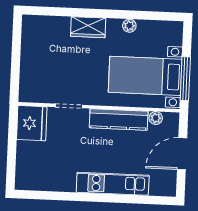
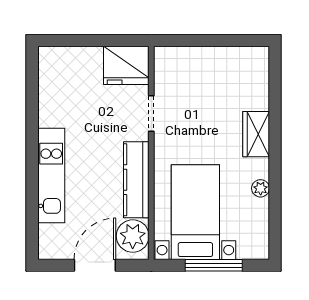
window: (185, 79) -> (214, 265), moved
plant: (156, 118) -> (133, 236), width x1.87, depth x1.87
door: (182, 154) -> (95, 265), hinge flipped

